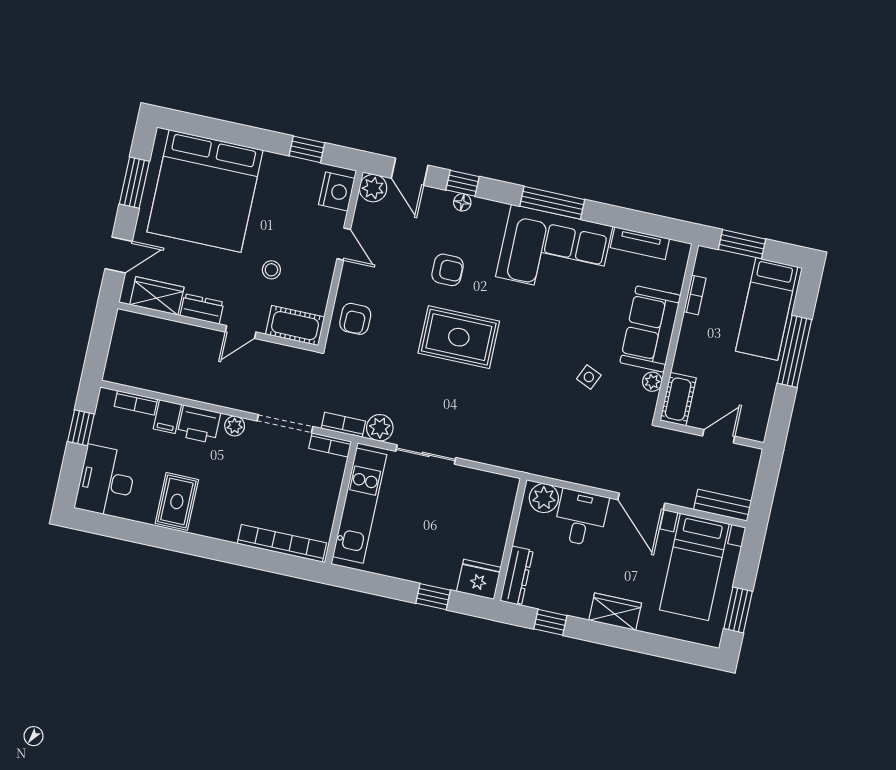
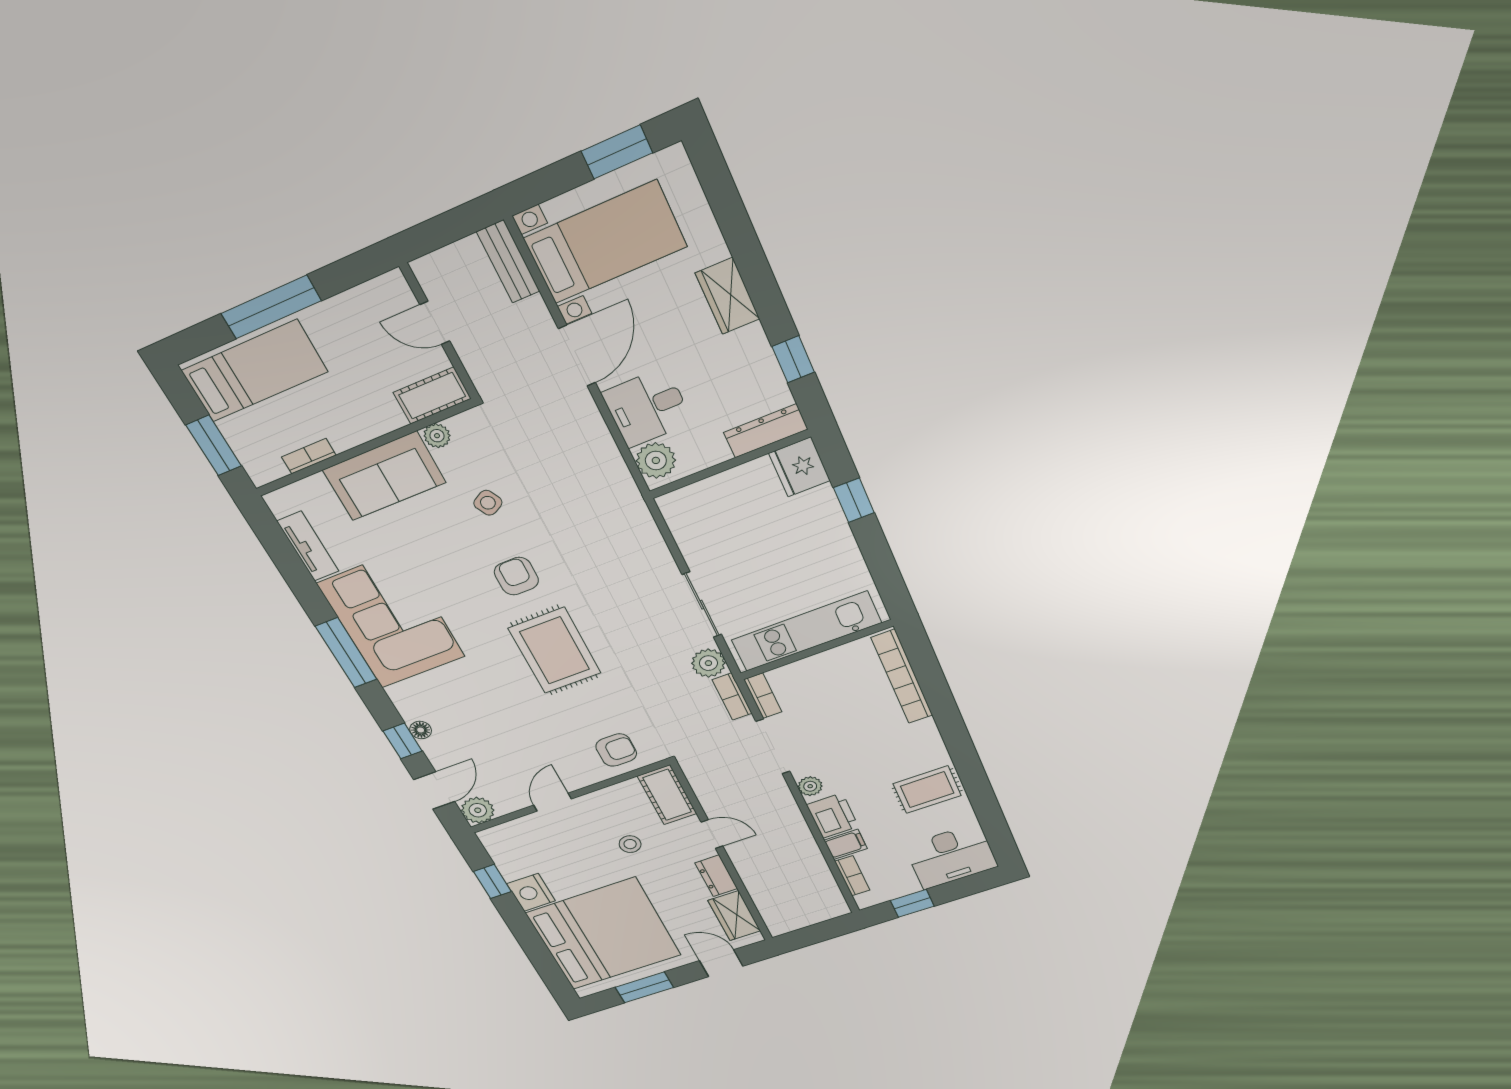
nightstand: (337, 192) -> (531, 892), moved, turned -90
armchair: (448, 270) -> (516, 576), moved
side table: (589, 377) -> (488, 503), turned 38

